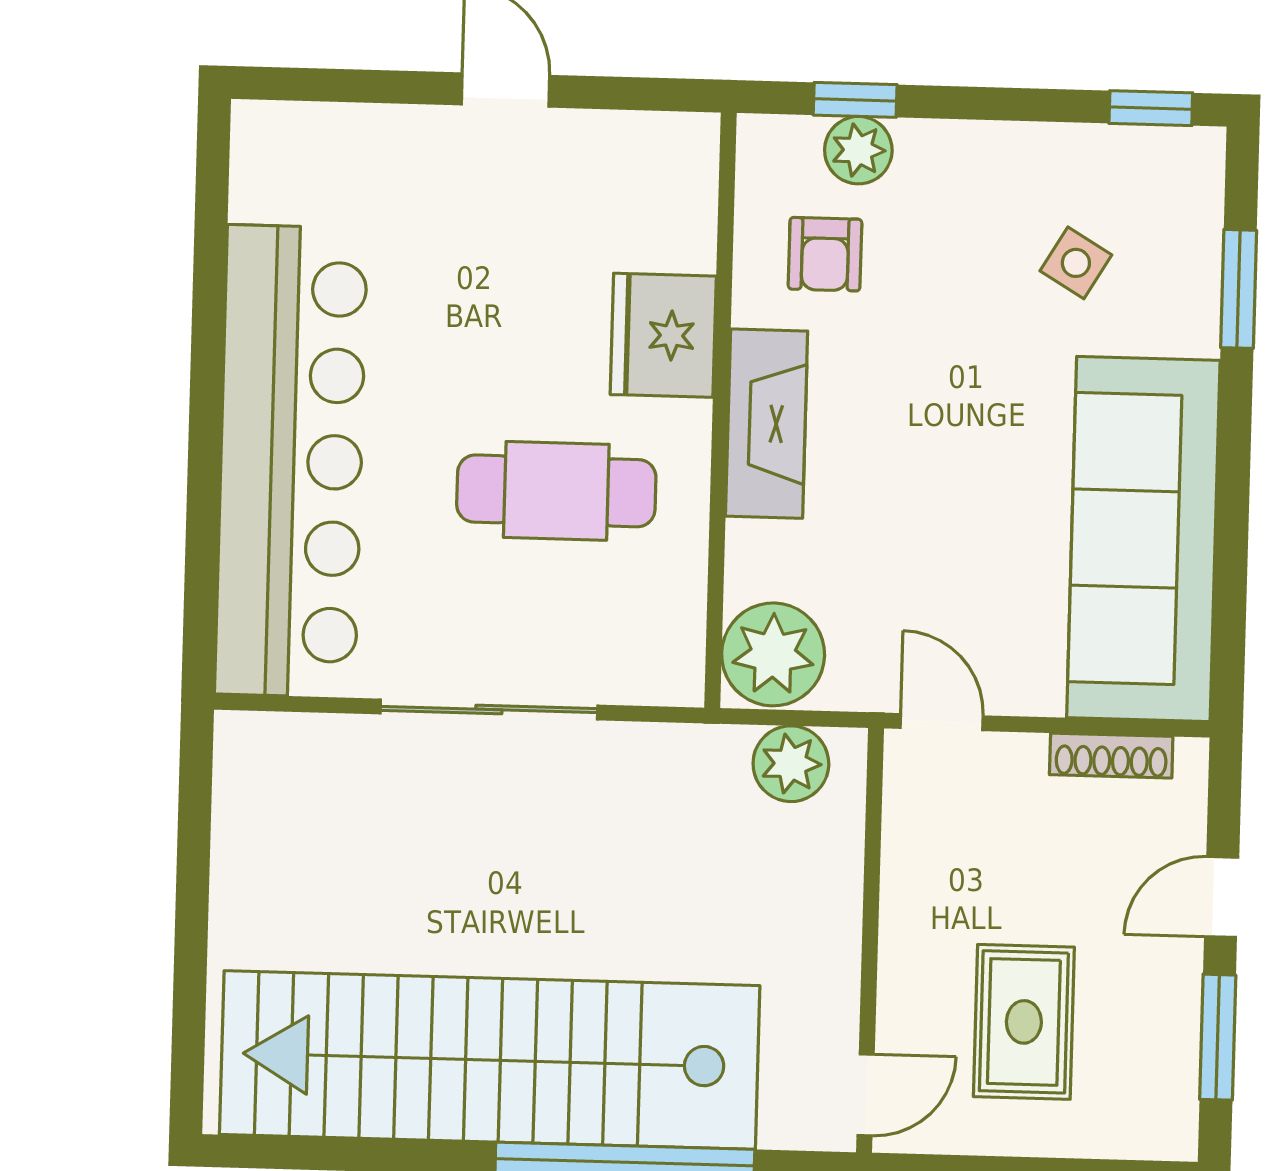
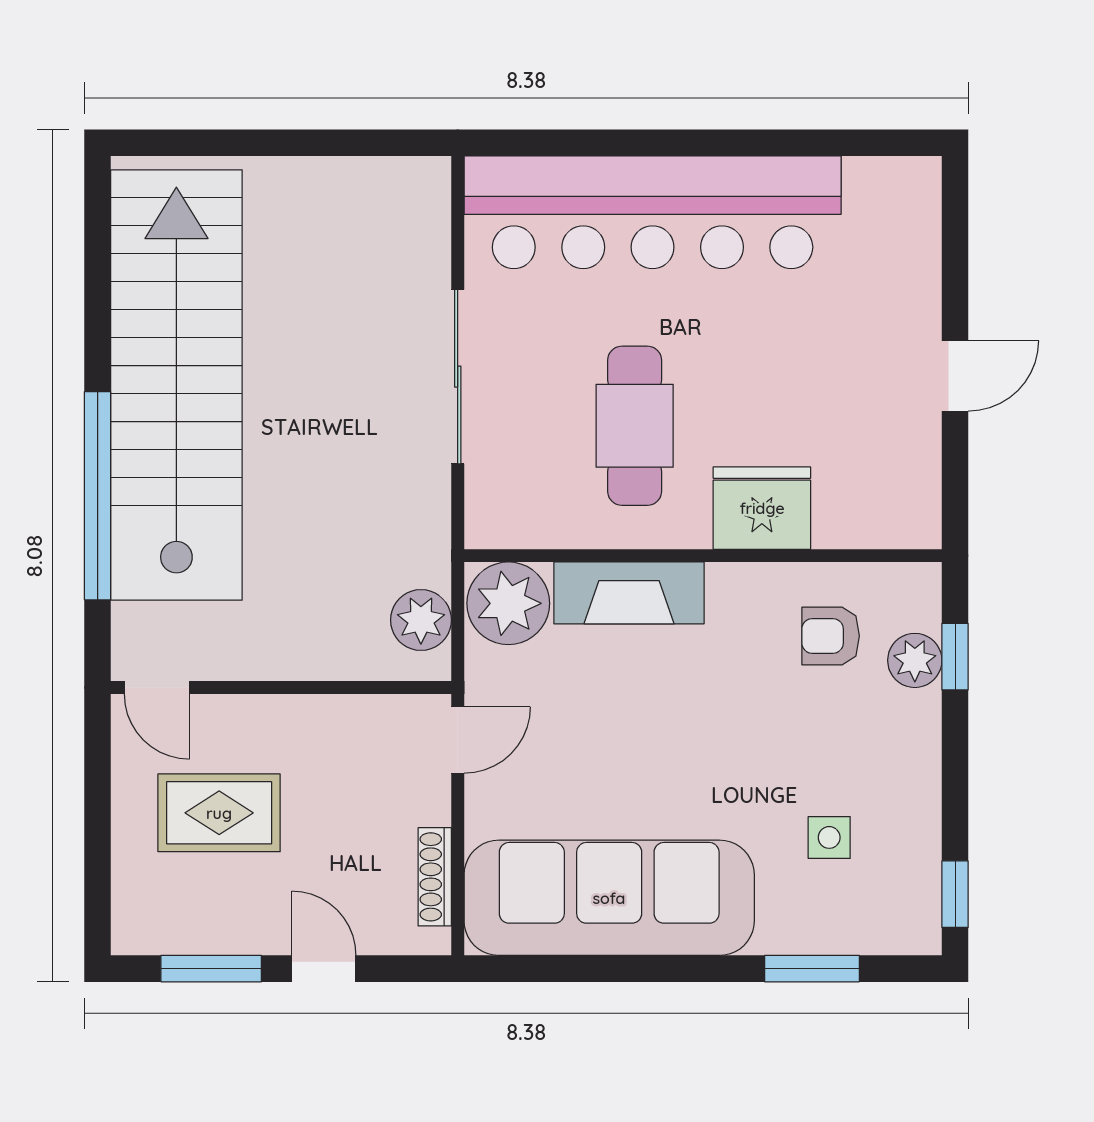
side table: (1076, 263) -> (829, 837), turned -31
fireplace: (767, 424) -> (629, 593), moved

